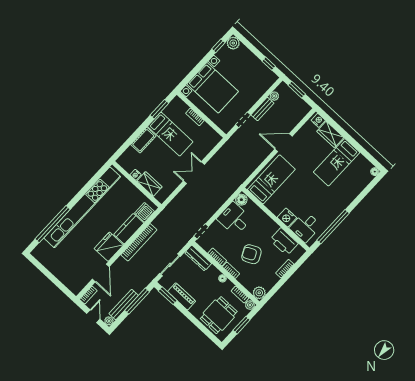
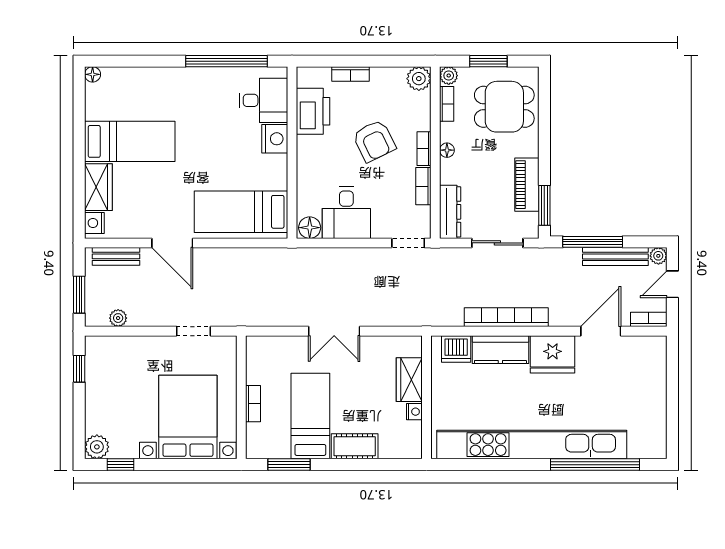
bench: (262, 109) -> (116, 256), moved

